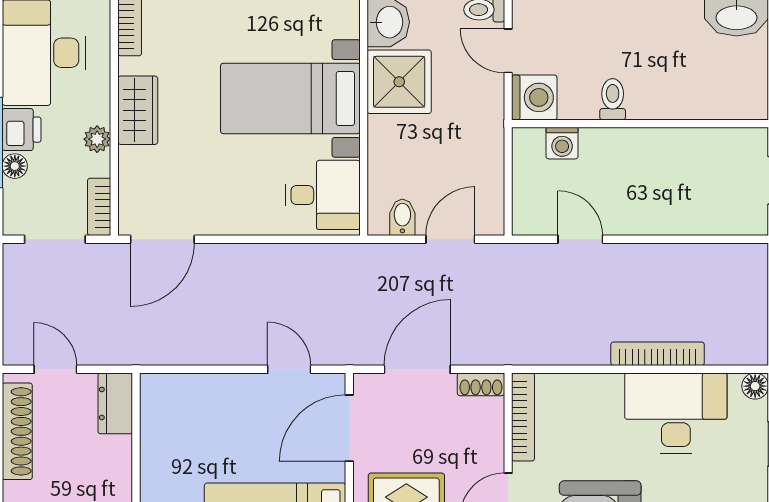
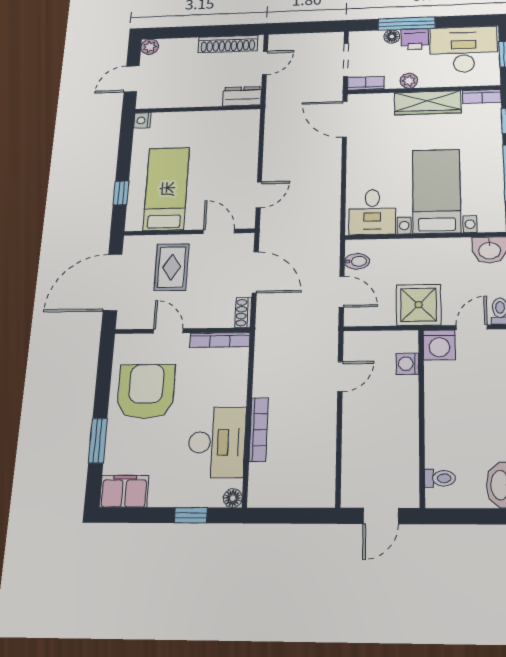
shower: (399, 82) -> (419, 305), moved
toilet: (613, 99) -> (440, 478), moved
wardrobe: (138, 110) -> (428, 103), width x1.50
door: (349, 428) -> (219, 231), width x0.73

